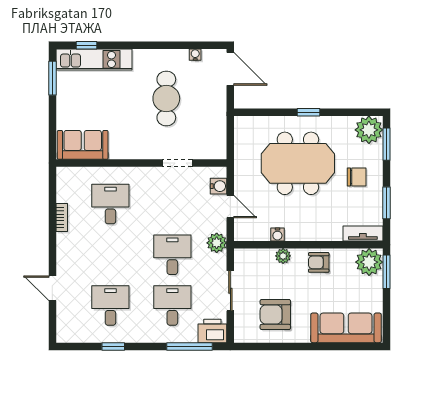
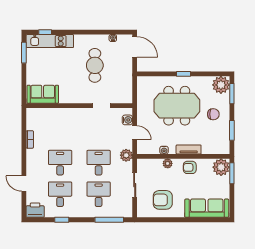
desk: (110, 204) -> (60, 163), moved
tv unit: (363, 234) -> (189, 149), moved
printer: (212, 331) -> (35, 210), moved

